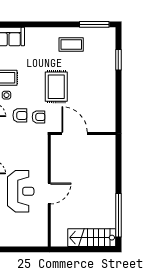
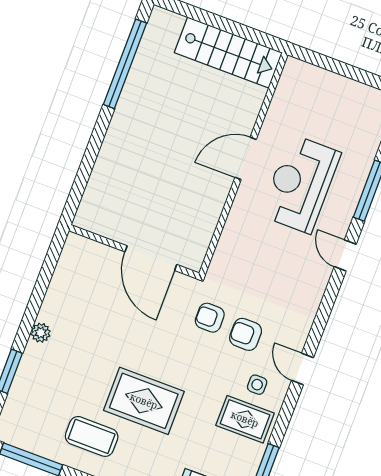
plant: (111, 82) -> (41, 333), added
rug: (56, 87) -> (144, 401), moved, turned 90
stairs: (92, 238) -> (228, 53), moved

